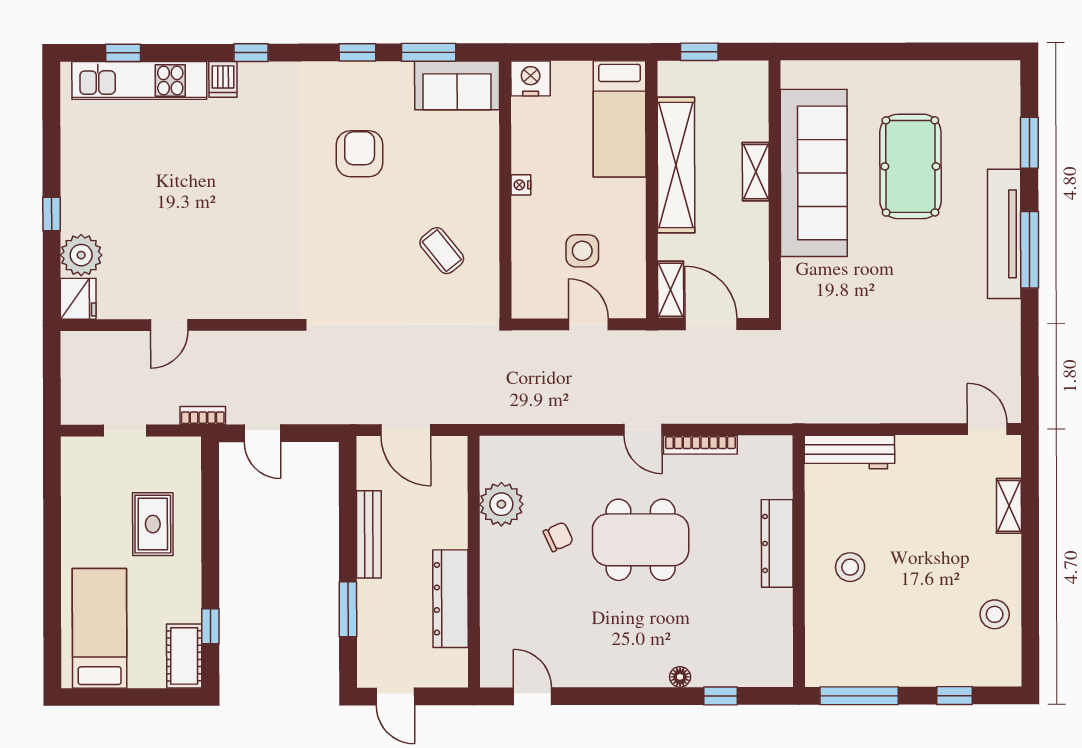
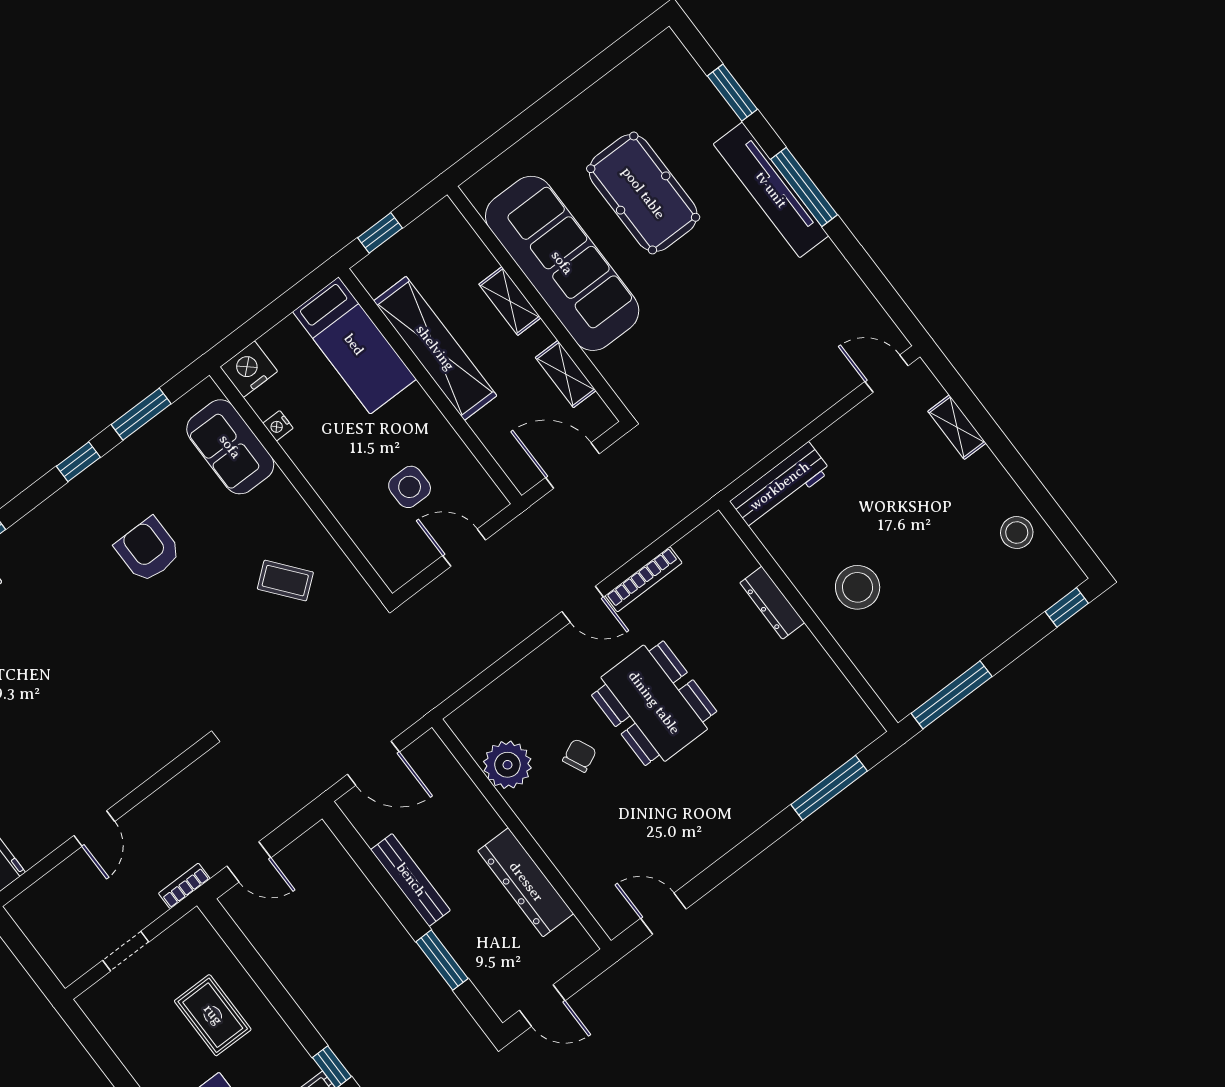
sofa: (457, 85) -> (230, 447), moved, turned 90
nightstand: (521, 185) -> (278, 426), moved
shelving: (671, 290) -> (566, 374), moved
dining table: (641, 540) -> (654, 703), turned 90
dresser: (777, 543) -> (772, 603), width x0.73, depth x0.80
stool: (850, 567) -> (858, 587), width x1.38, depth x1.38
floor lamp: (680, 677) -> (781, 798), removed
window: (720, 696) -> (829, 788), width x2.17
window: (955, 696) -> (1067, 607), moved

